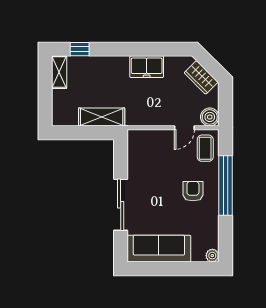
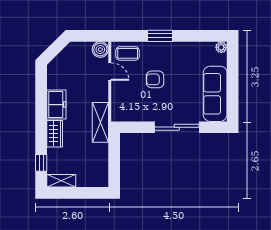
wardrobe: (201, 77) -> (55, 134), moved, turned -45
shelving: (102, 117) -> (100, 122), moved
window: (225, 185) -> (160, 36), width x0.47
armchair: (193, 191) -> (155, 79), moved

